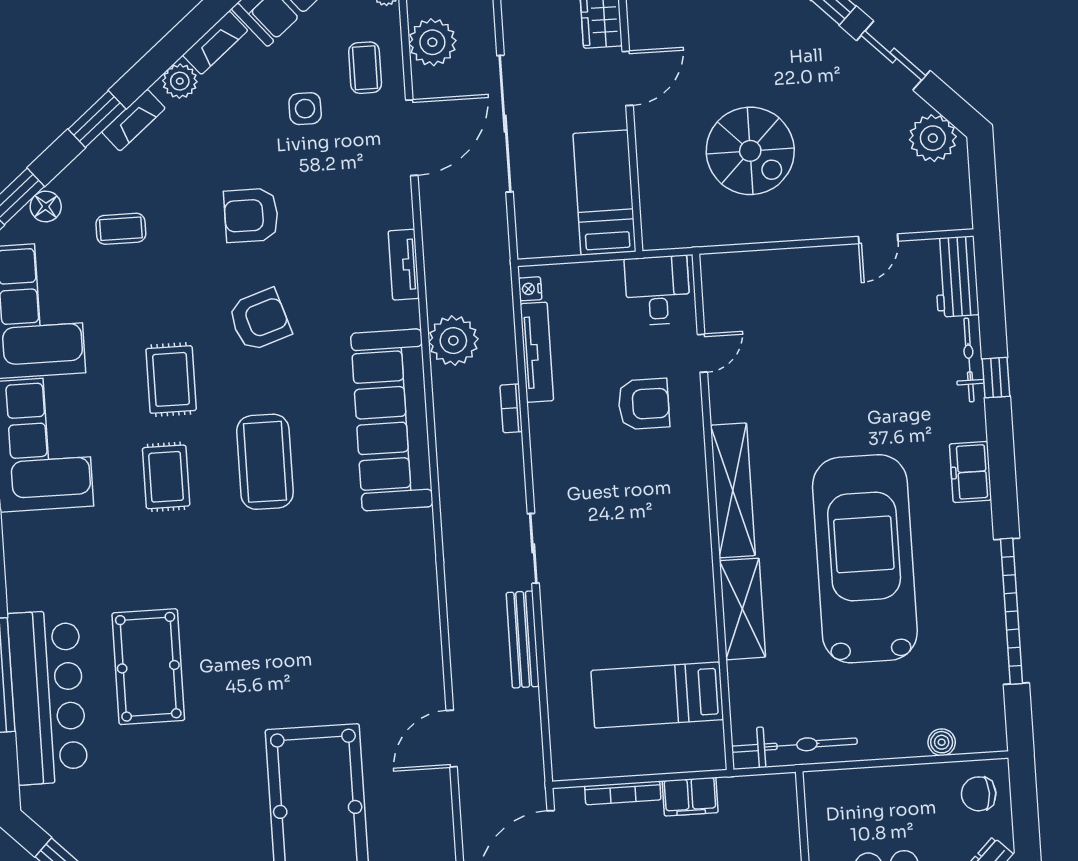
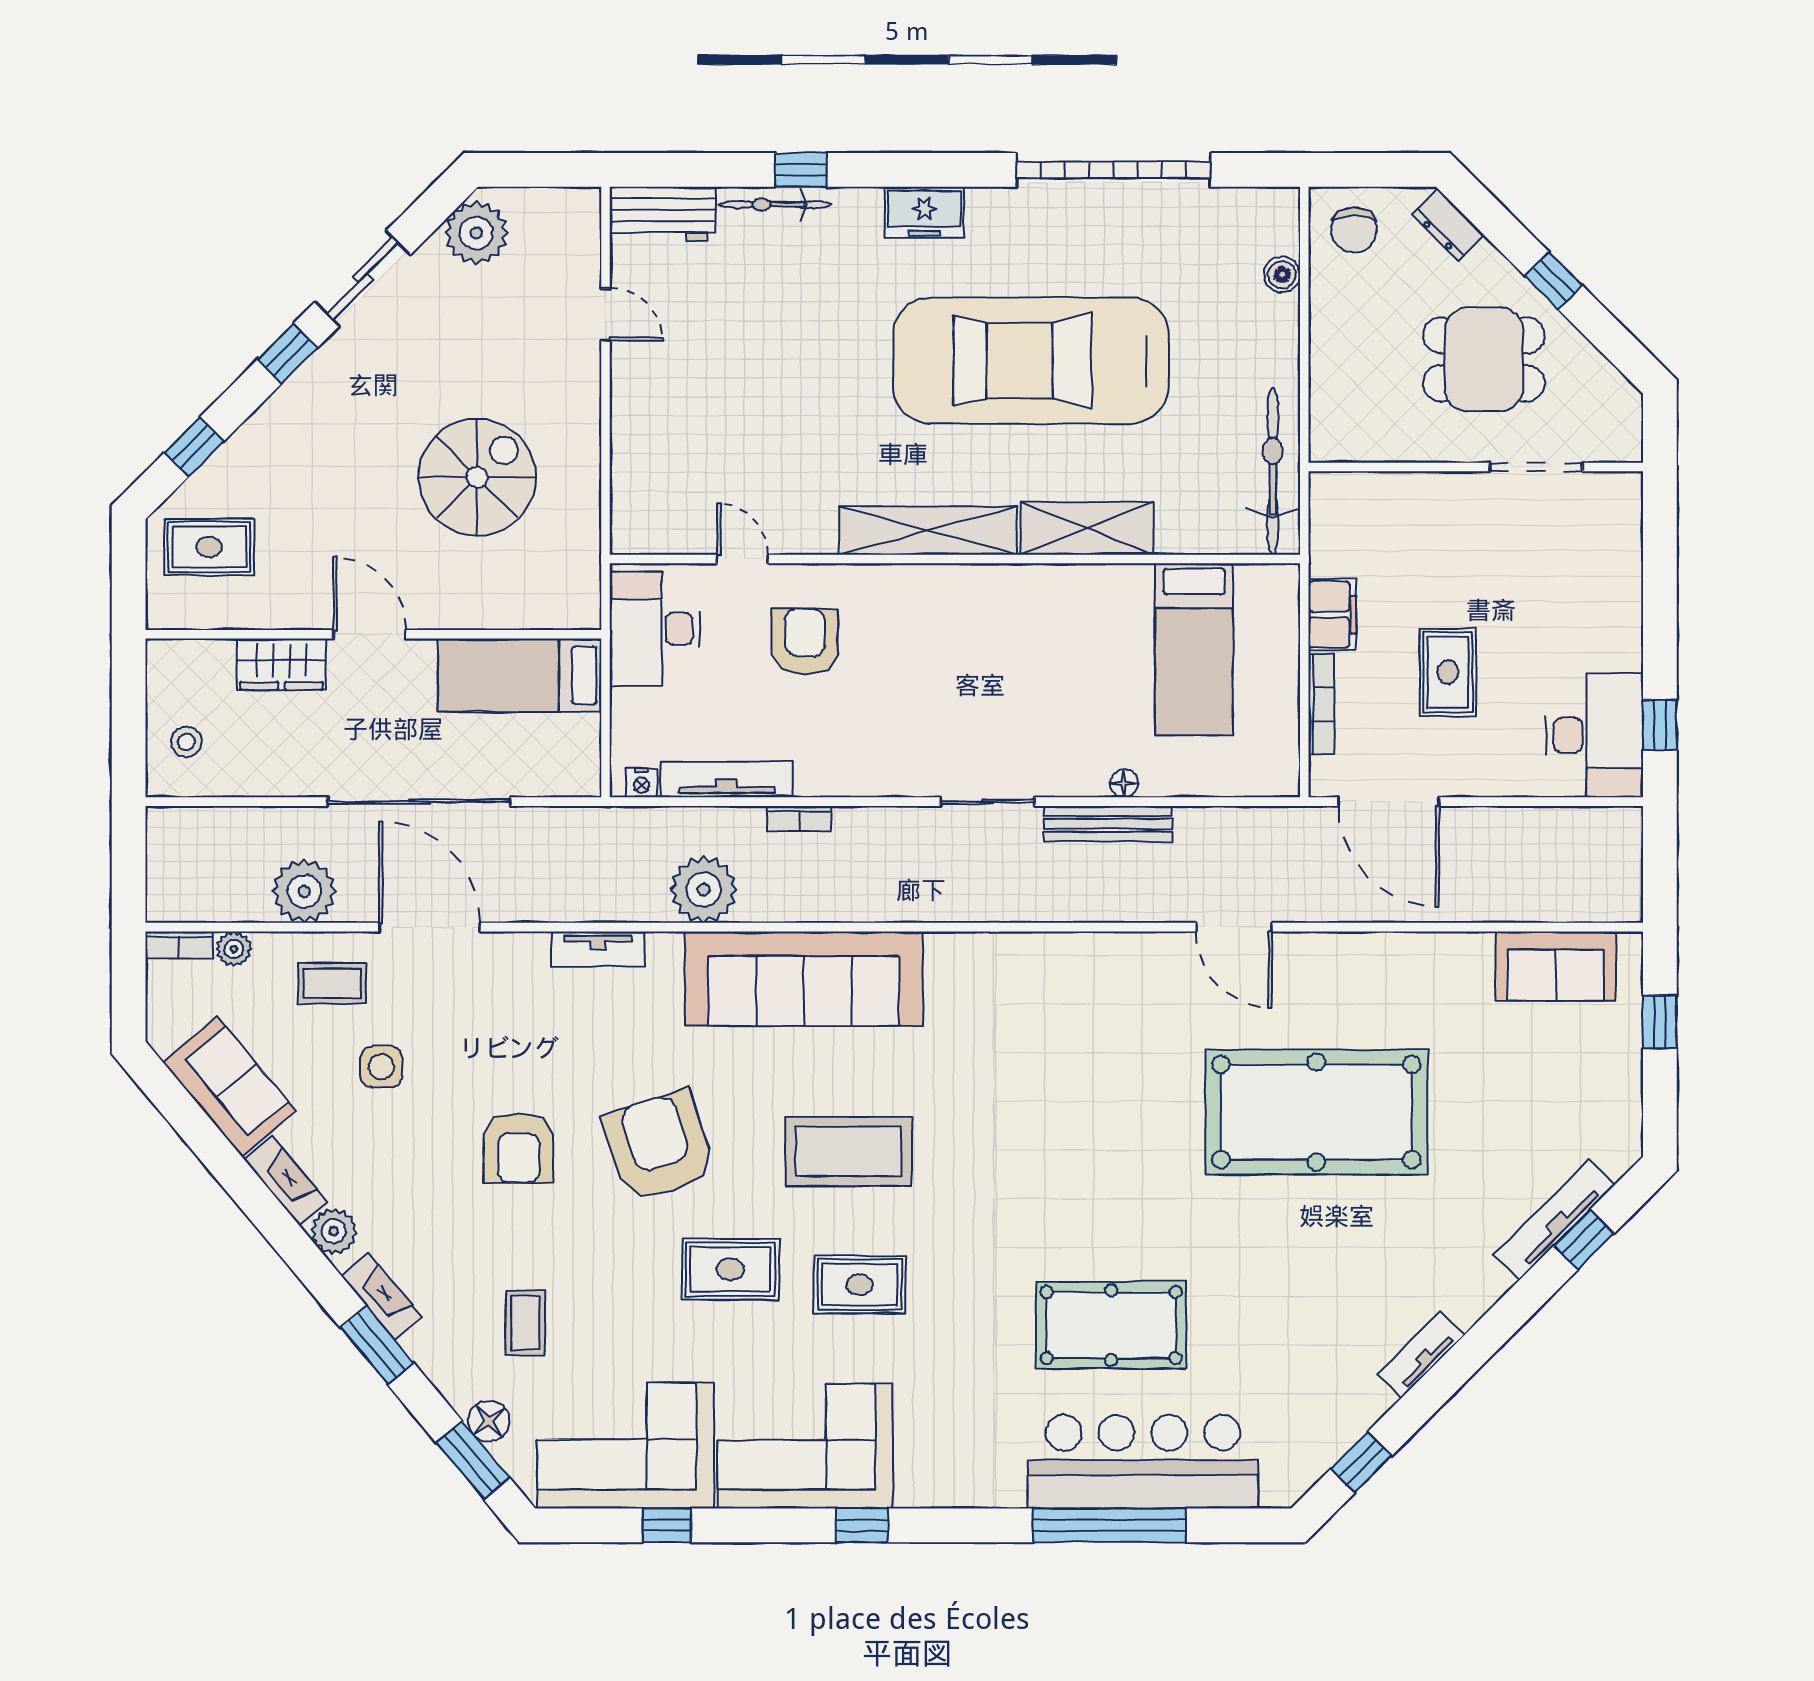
desk: (657, 290) -> (655, 629), width x1.37
armchair: (260, 320) -> (659, 1146), width x1.36, depth x1.36
floor lamp: (554, 649) -> (1124, 783), added

